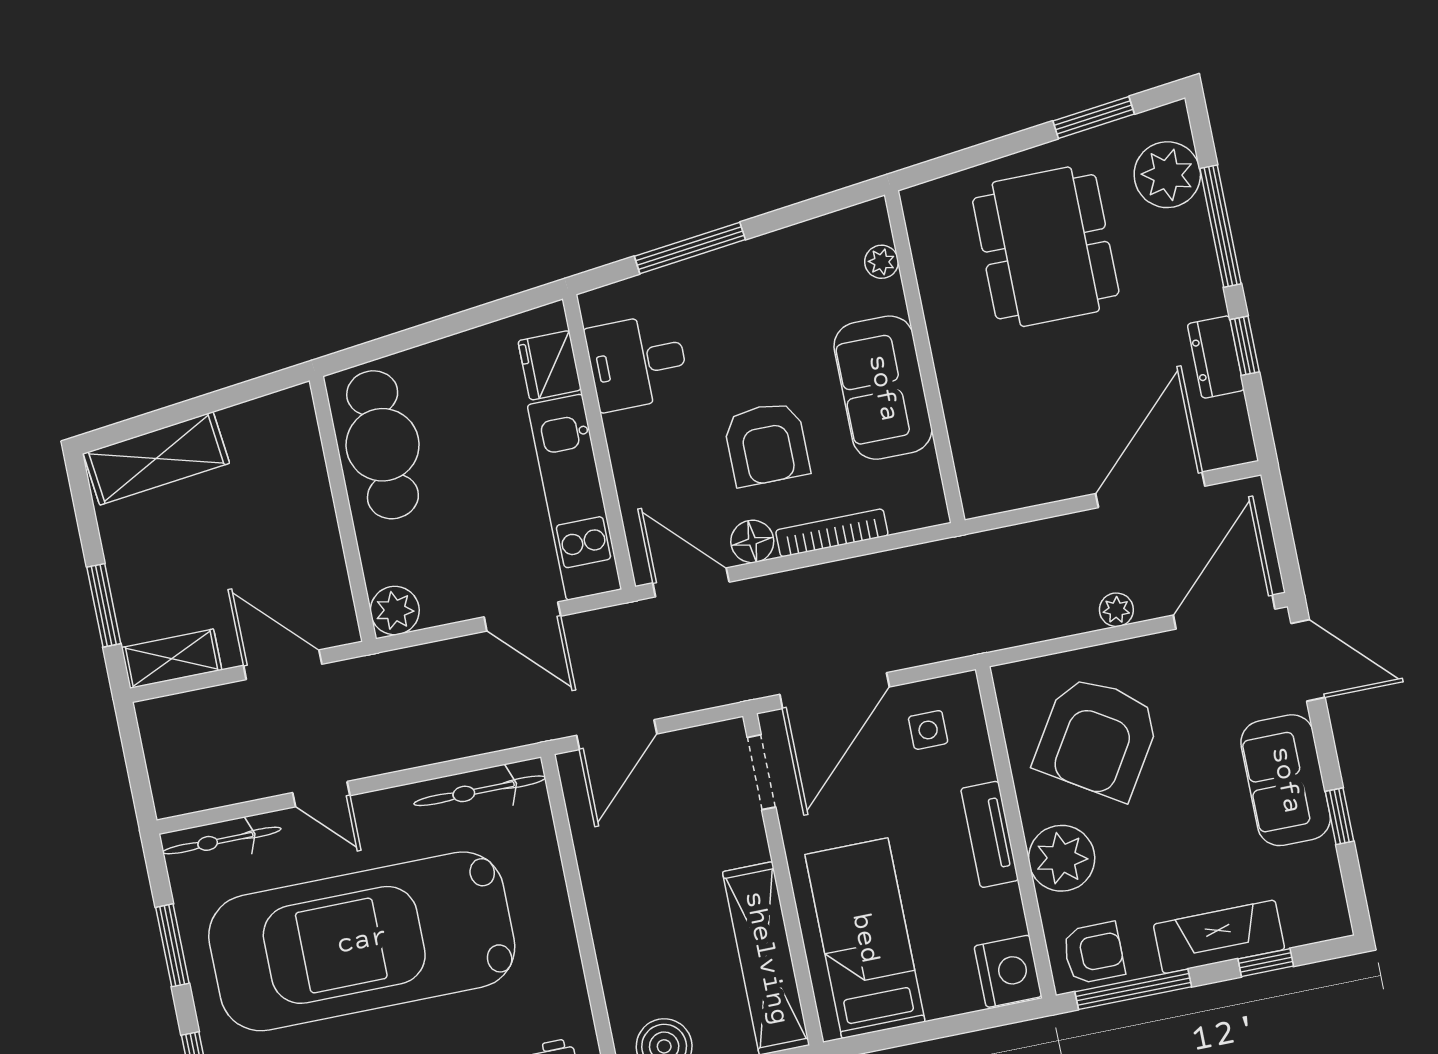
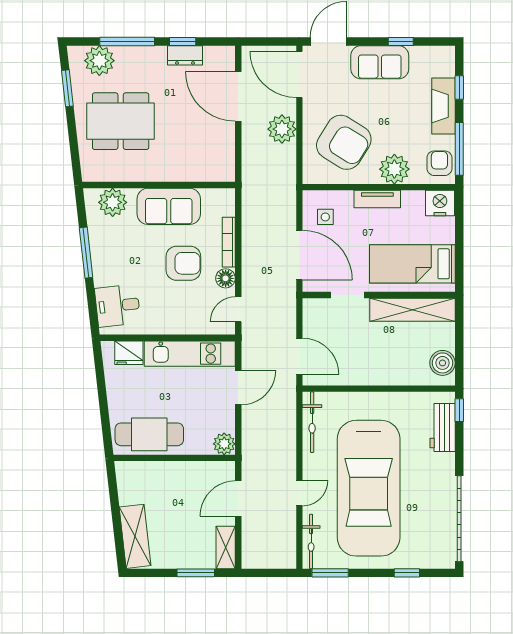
window: (690, 248) -> (86, 253), moved
plant: (882, 262) -> (113, 202), width x1.87, depth x1.87
desk: (637, 362) -> (118, 306), moved, turned 83
door: (691, 582) -> (238, 309), width x0.73
plant: (1116, 610) -> (282, 129), width x1.88, depth x1.88
doorway: (761, 772) -> (348, 295), moved
window: (172, 945) -> (330, 573), moved

